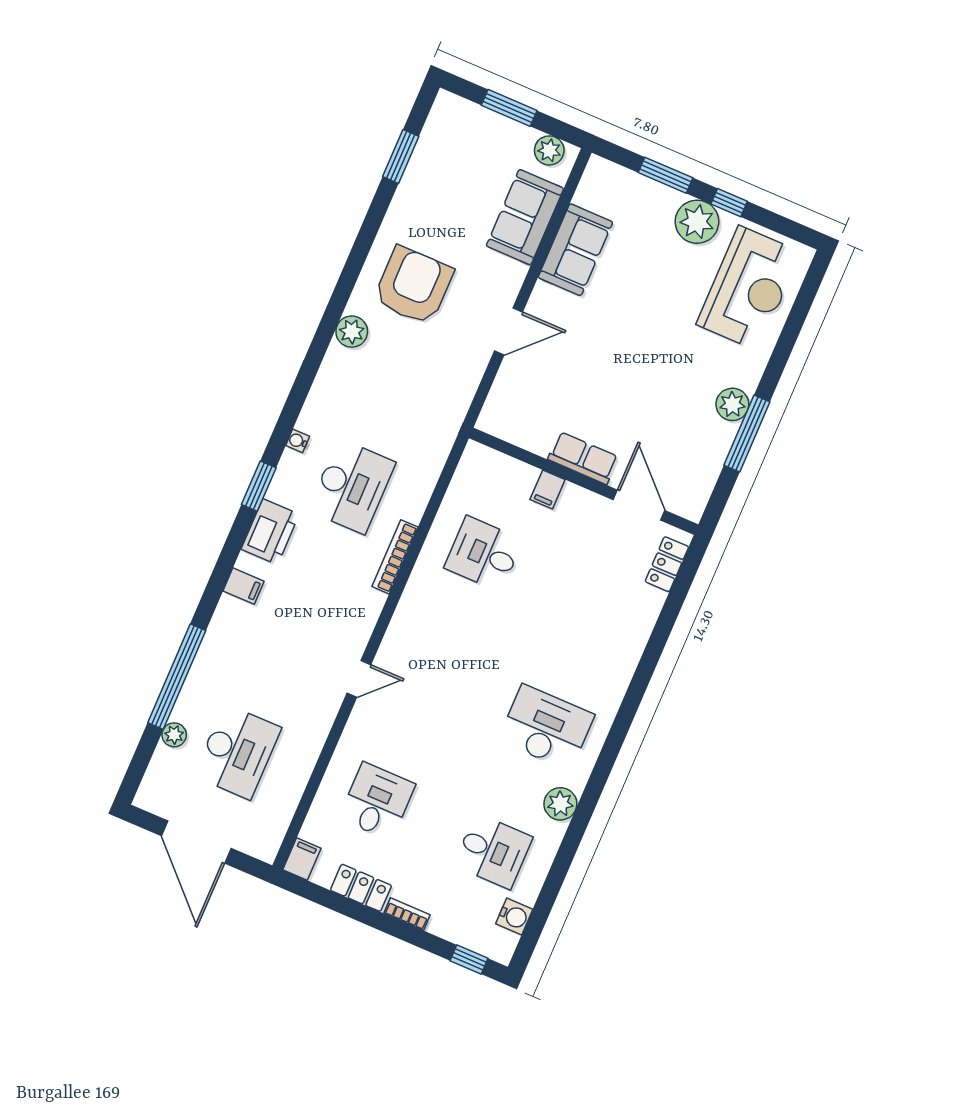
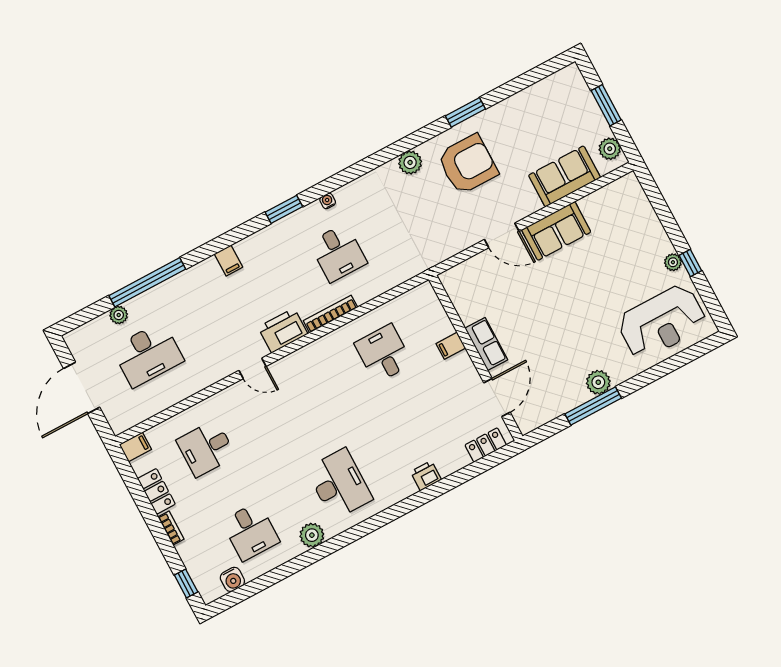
window: (401, 156) -> (465, 112), moved
window: (666, 175) -> (666, 217), removed
plant: (697, 222) -> (673, 262), width x0.53, depth x0.53
sofa: (575, 250) -> (556, 231), moved
desk: (352, 486) -> (338, 253), width x0.73
printer: (270, 532) -> (283, 330), moved, turned 180
printer: (630, 646) -> (426, 476), added
desk: (377, 801) -> (206, 448), turned 180

